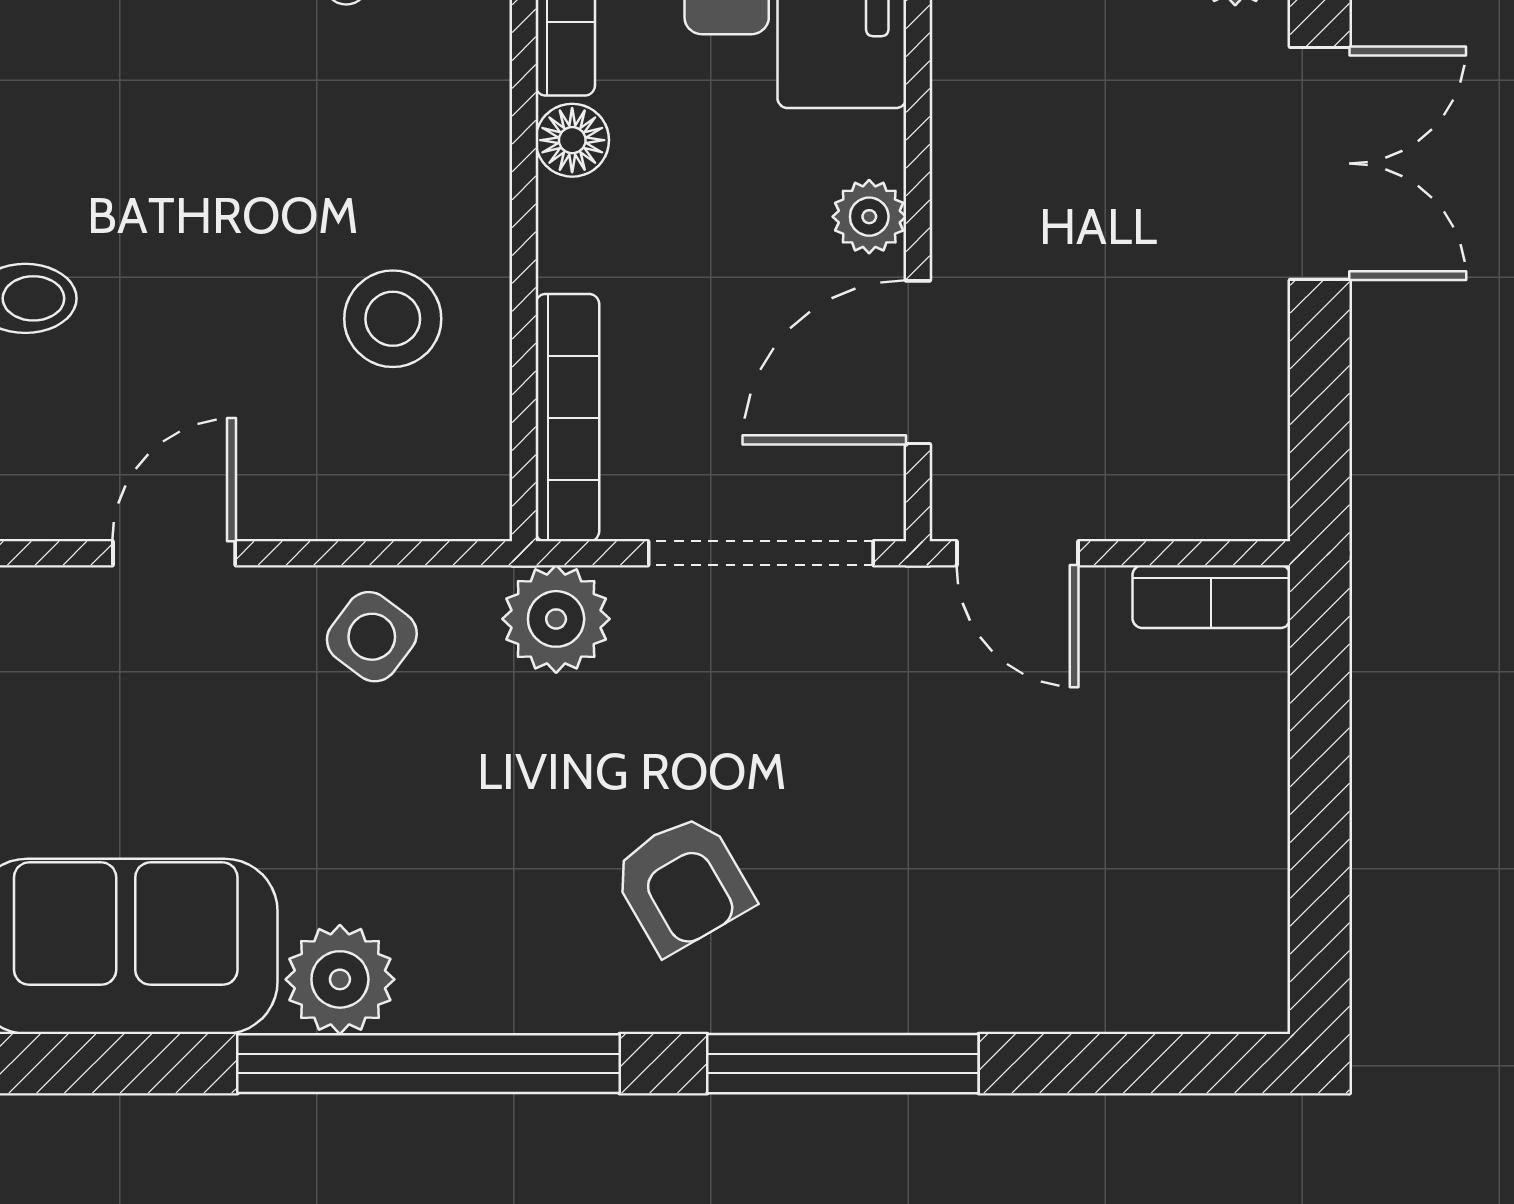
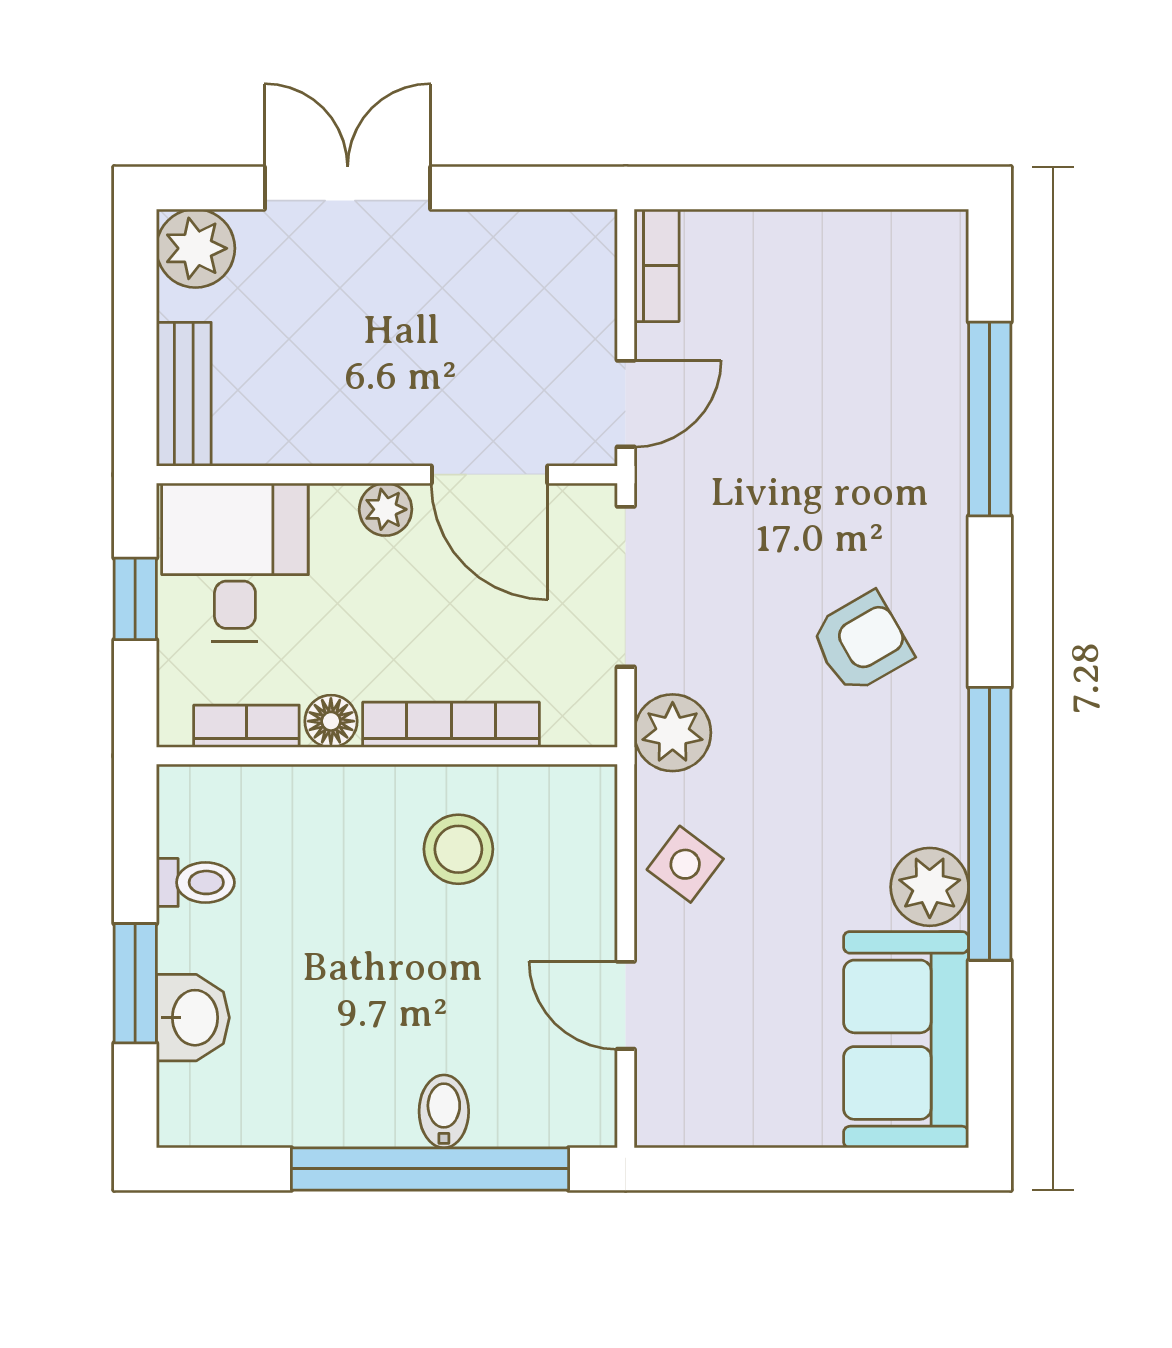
bookcase: (567, 418) -> (451, 725), moved
window: (843, 1064) -> (990, 419), moved

